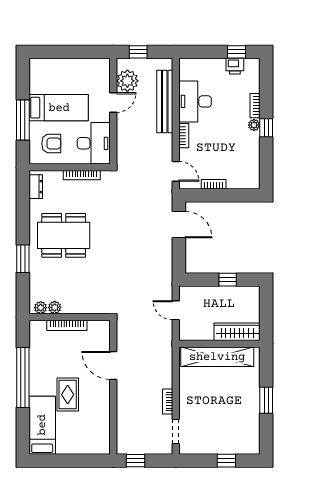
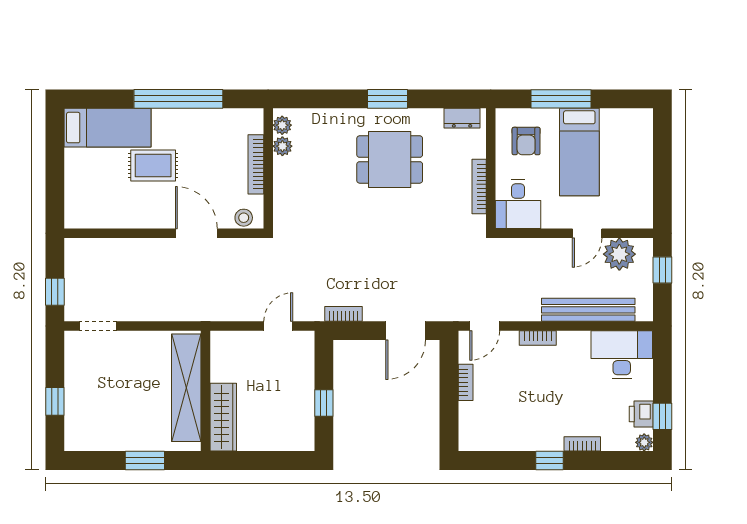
desk: (195, 101) -> (622, 355), moved
door: (113, 102) -> (587, 233), hinge flipped
plant: (254, 125) -> (644, 442), moved
desk: (94, 143) -> (518, 204), width x0.73
dining table: (64, 235) -> (390, 159), width x0.73
window: (23, 259) -> (387, 99), moved
wardrobe: (237, 332) -> (223, 417), moved
stool: (103, 334) -> (244, 218), added
wall: (219, 344) -> (206, 391), moved
shelving: (217, 357) -> (186, 388), moved
door: (113, 365) -> (196, 233), hinge flipped
bookcase: (168, 401) -> (344, 314), moved
window: (136, 461) -> (55, 292), moved

